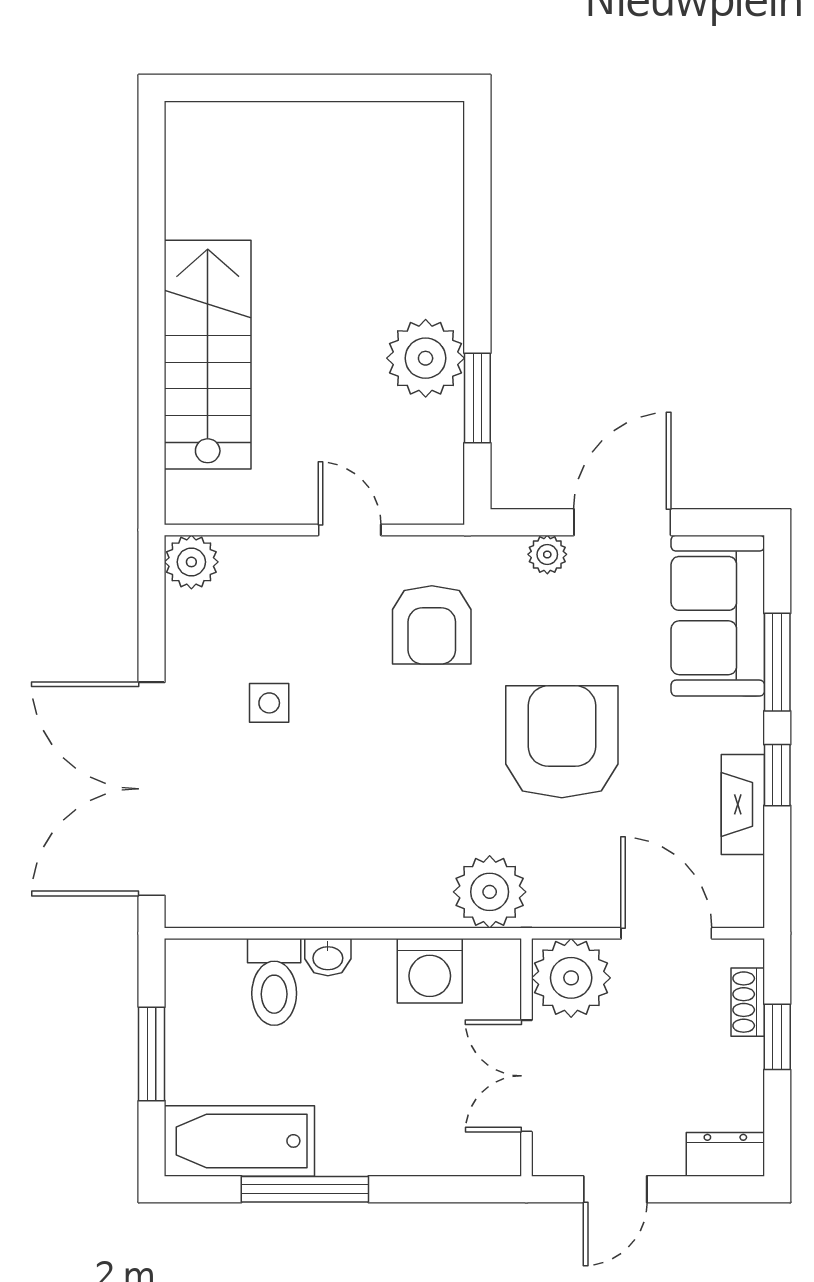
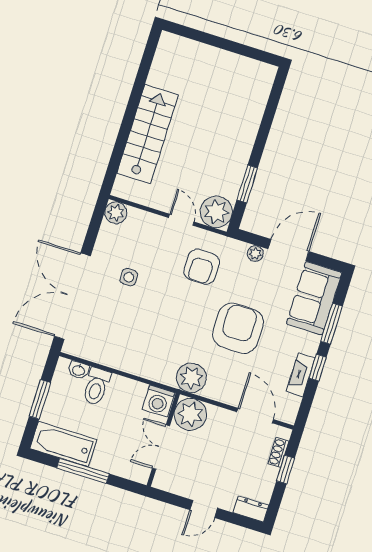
plant: (426, 358) -> (216, 212), moved
washbasin: (328, 957) -> (79, 370), moved
plant: (571, 978) -> (190, 414), moved
wall: (526, 1057) -> (163, 440), moved
double door: (526, 1076) -> (161, 447), moved

